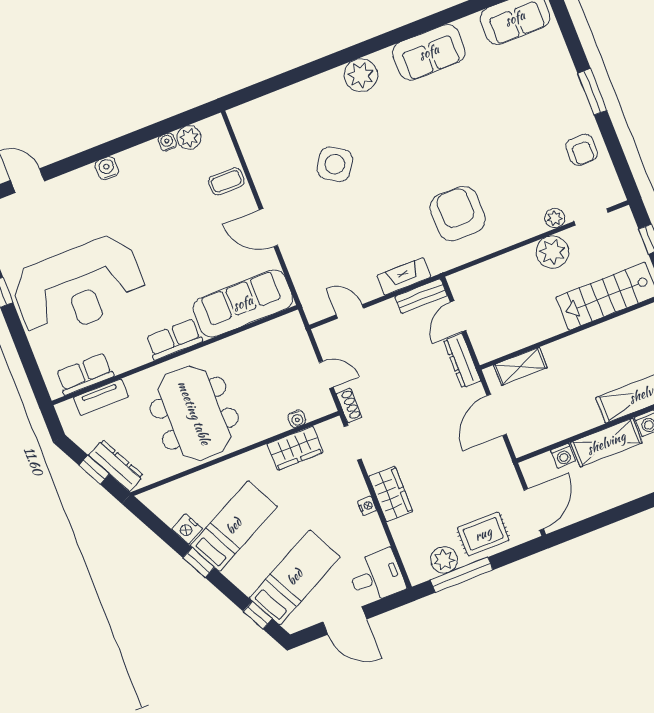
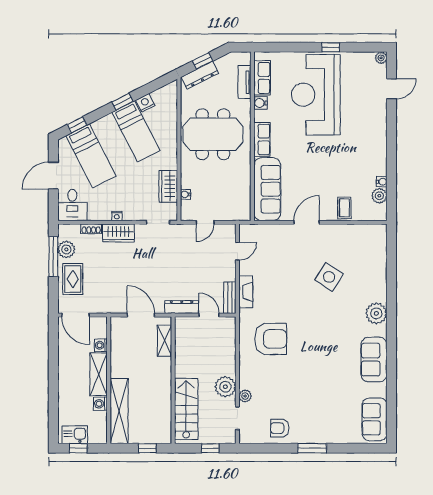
water cooler: (107, 168) -> (260, 103), moved, turned 180
shoe rack: (349, 405) -> (91, 229), moved

